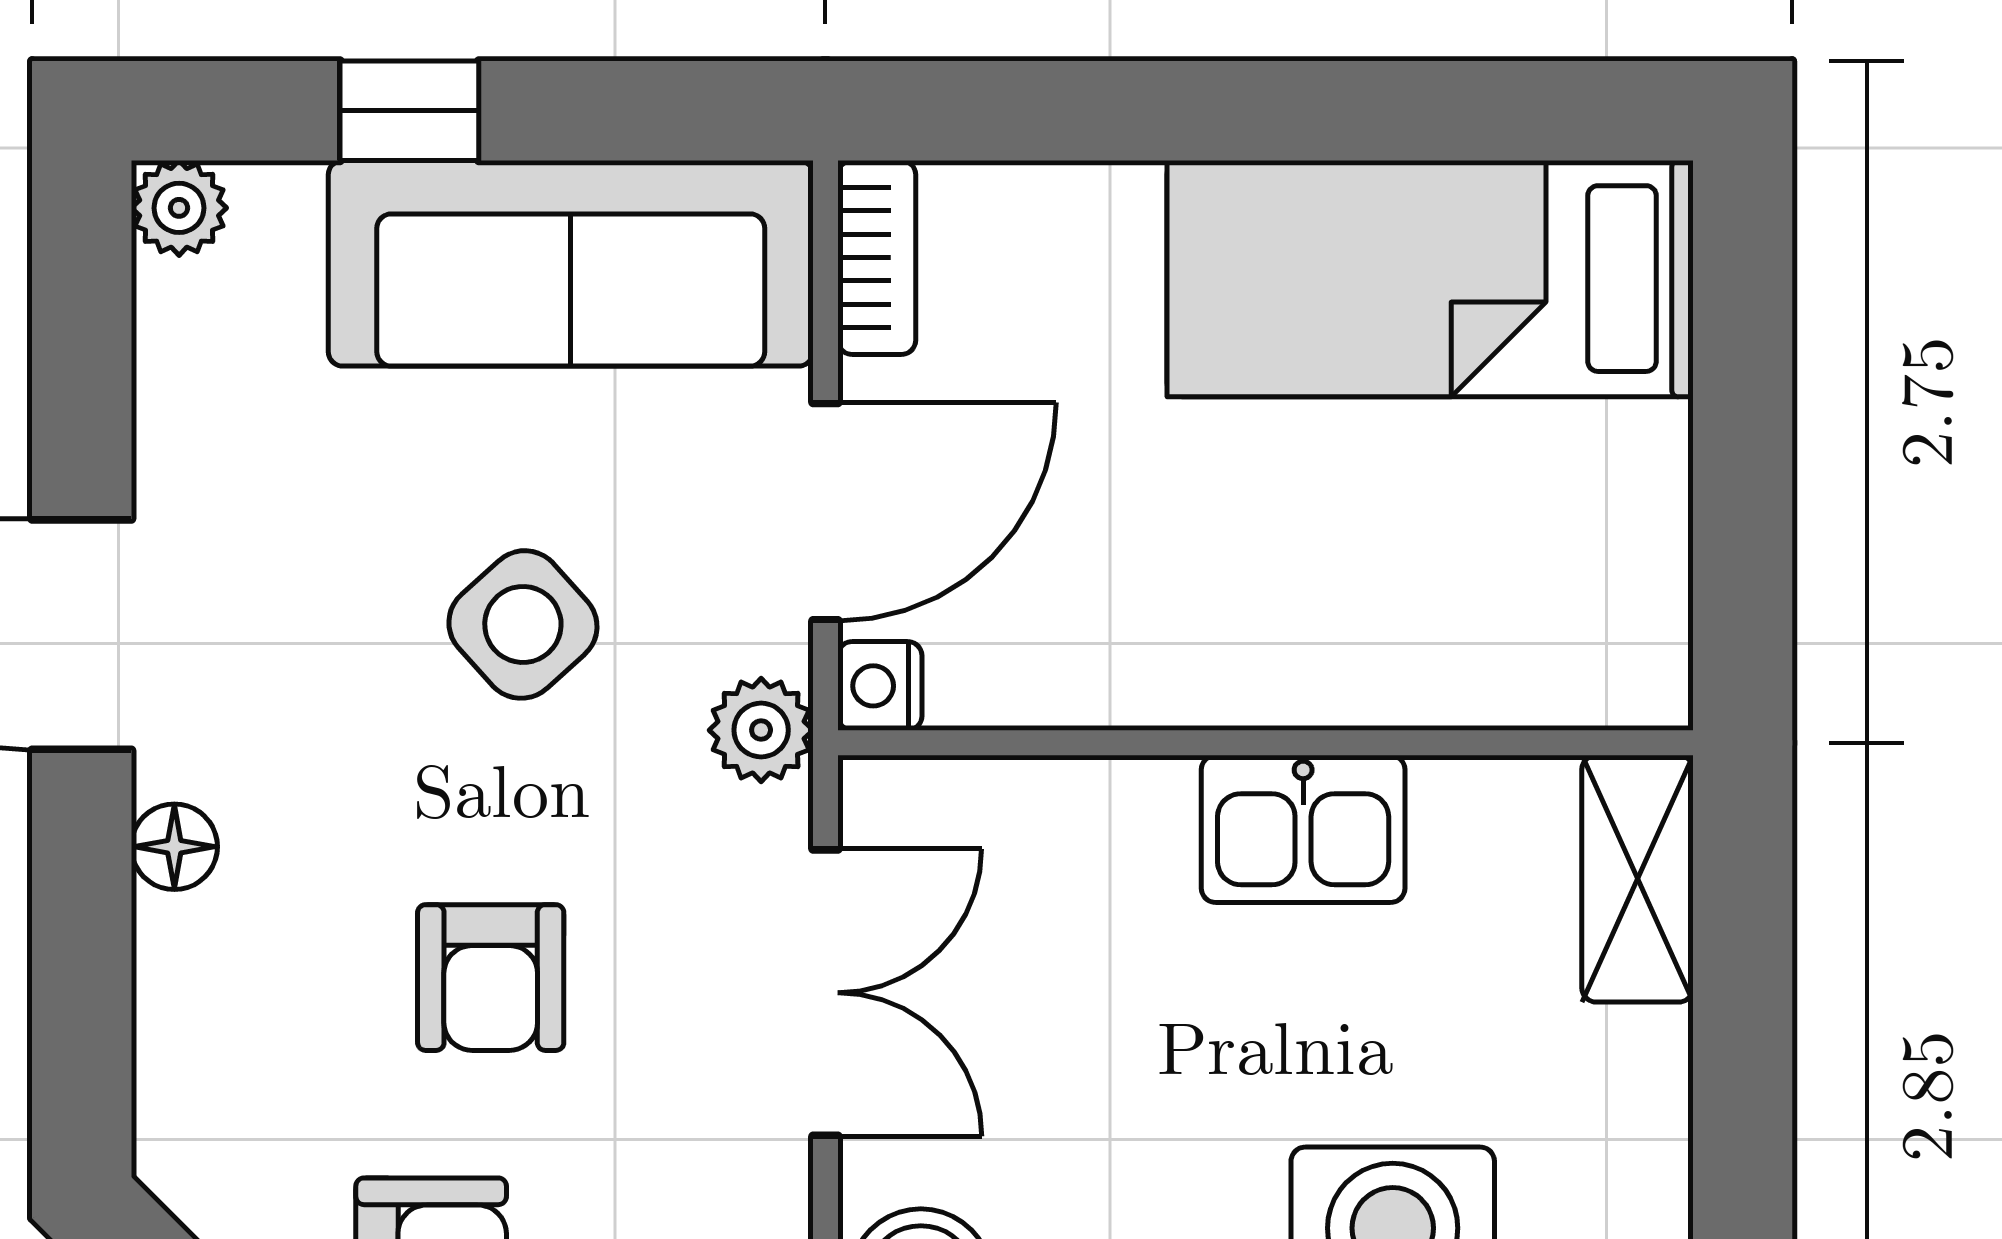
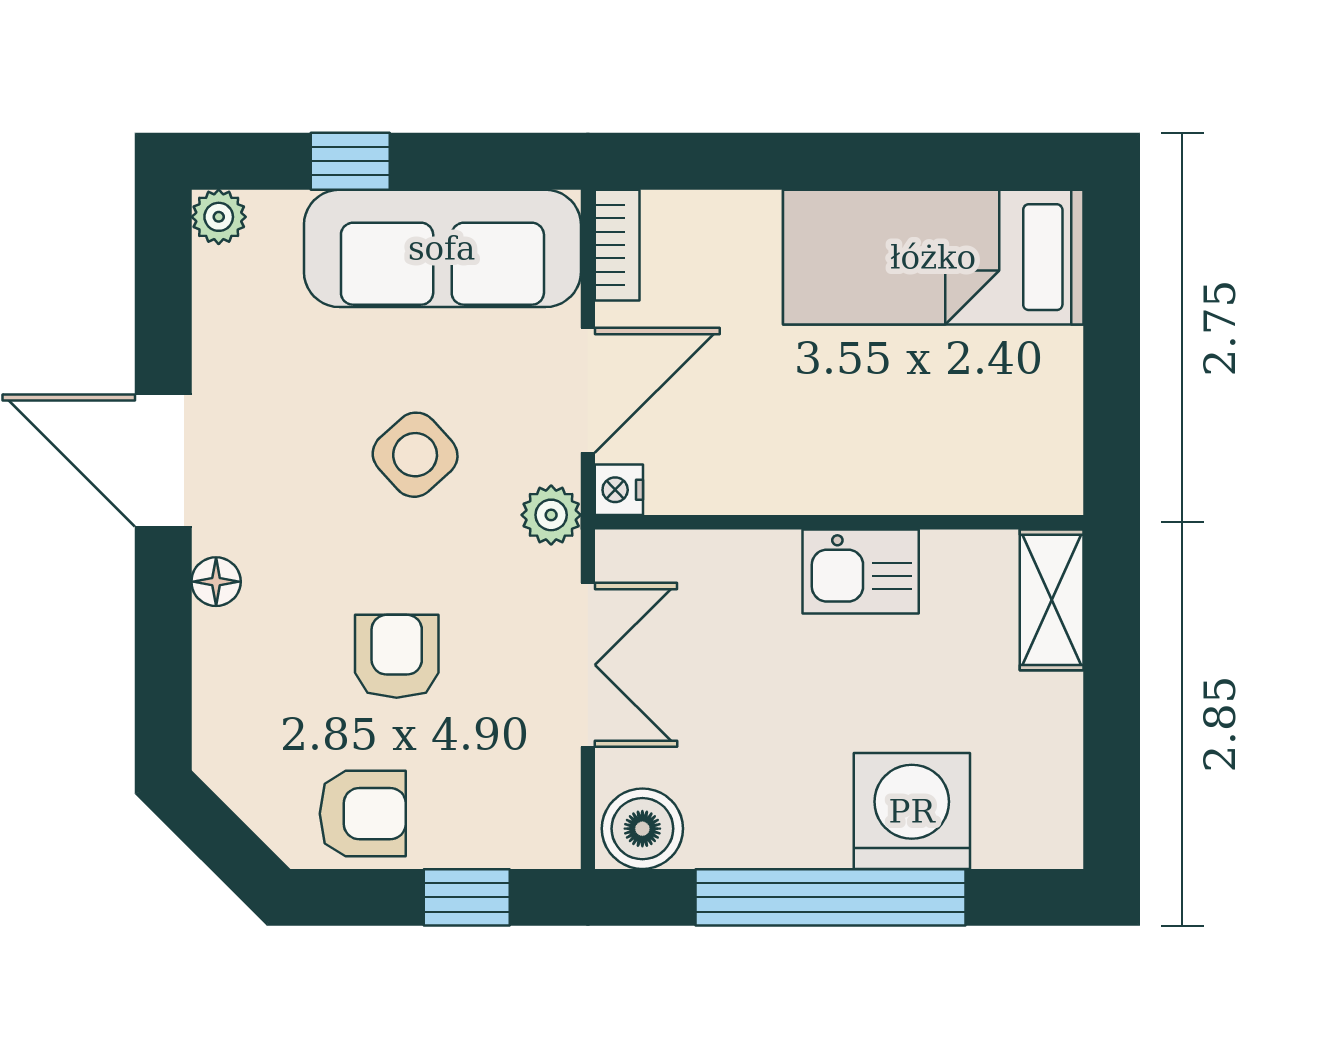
armchair: (491, 978) -> (397, 656), turned 180

